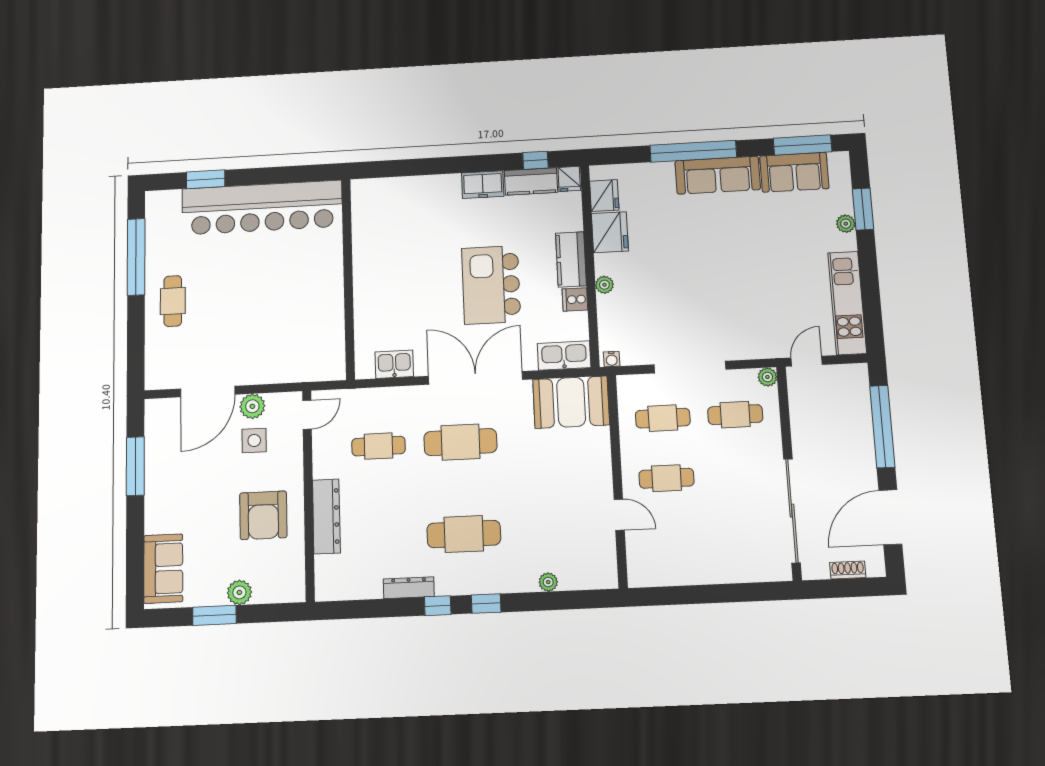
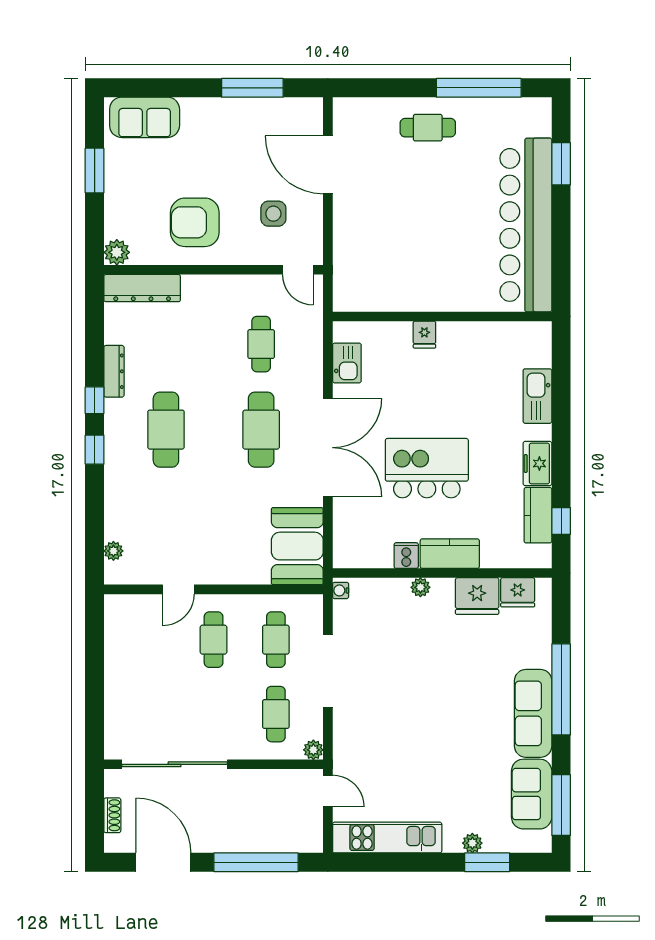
fridge: (569, 179) -> (424, 335), moved, turned -90
kitchen sink: (564, 356) -> (537, 396), moved, turned 180
plant: (252, 406) -> (310, 212), removed
dresser: (326, 516) -> (142, 288), moved
plant: (548, 582) -> (113, 551), moved
plant: (239, 592) -> (117, 252), moved

